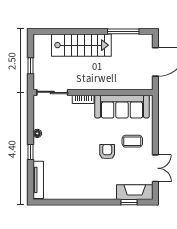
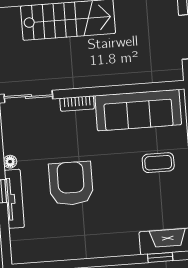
armchair: (107, 152) -> (71, 183), moved, width x1.88, depth x1.88
tv unit: (38, 180) -> (14, 199), moved

